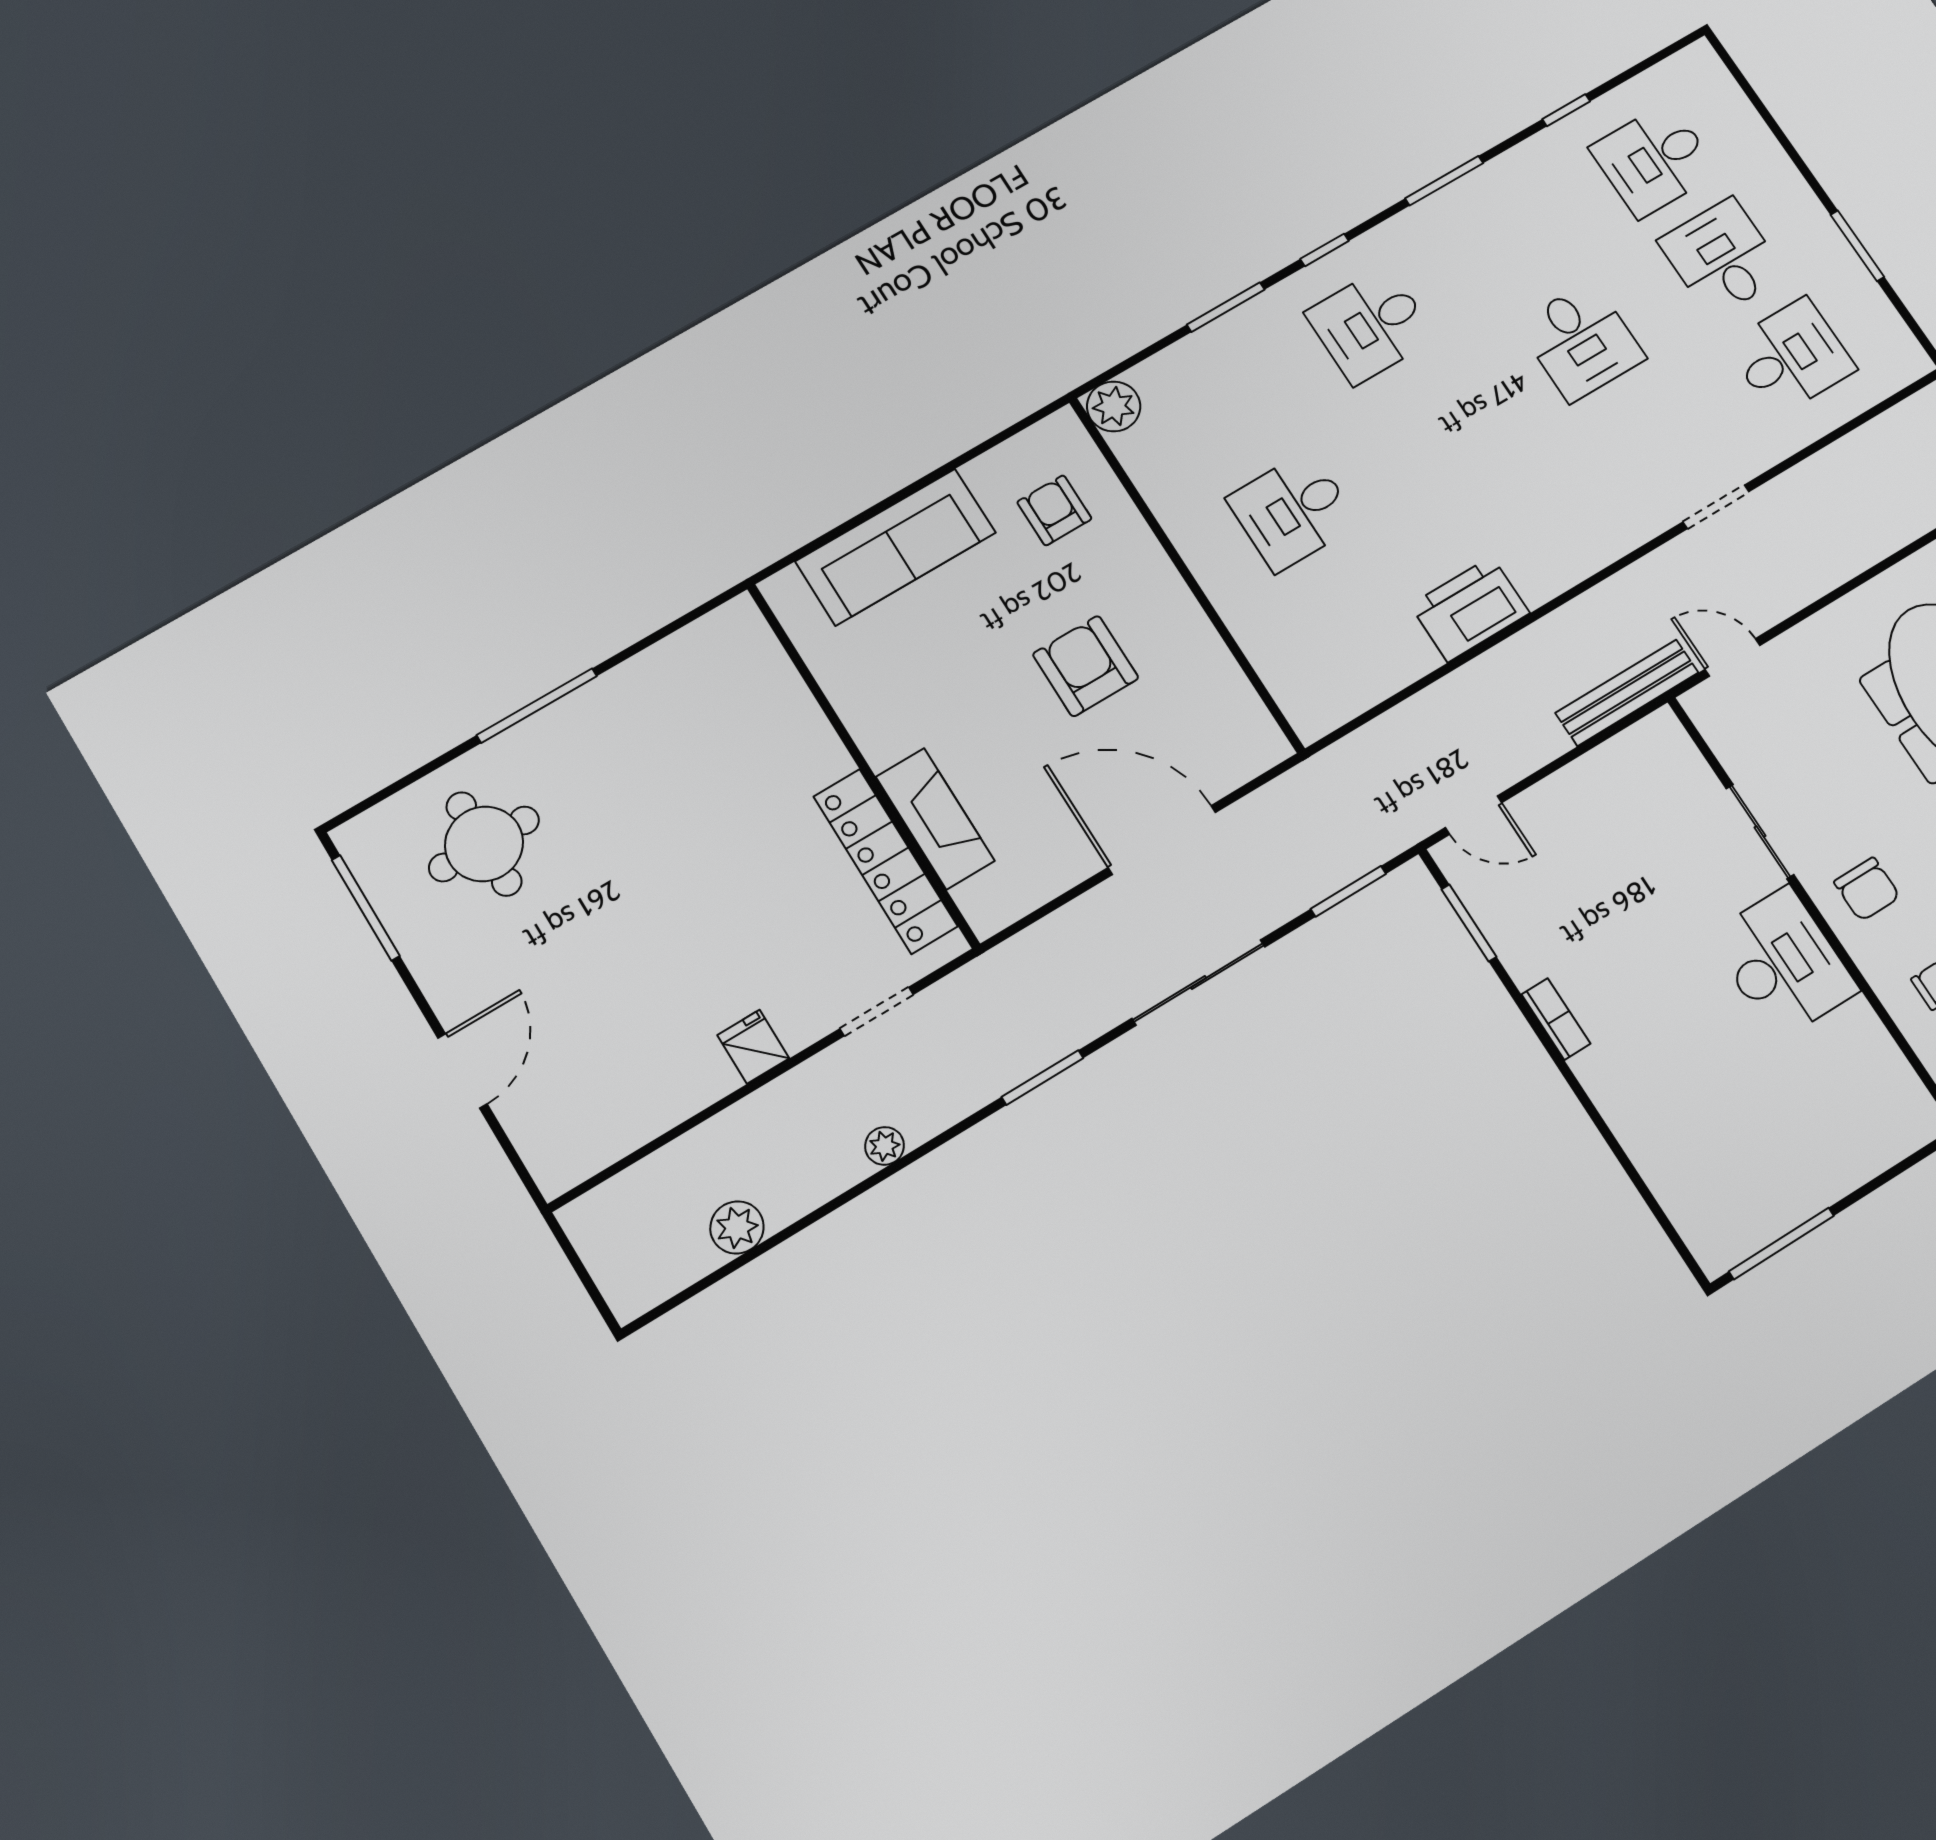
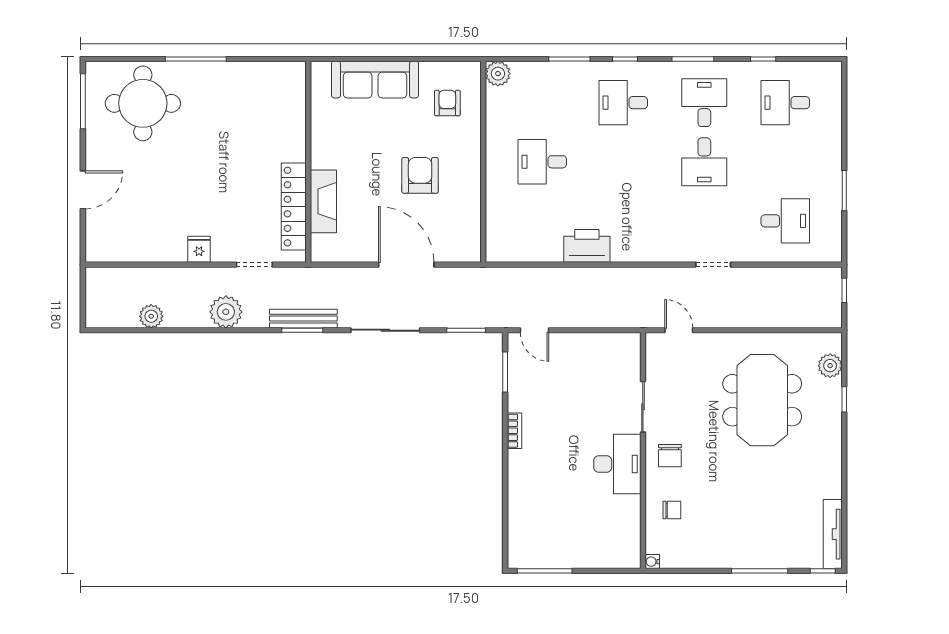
desk: (1722, 258) -> (704, 103), moved
bench: (1627, 693) -> (303, 319), moved
round table: (484, 844) -> (143, 103), width x1.36, depth x1.36
plant: (884, 1146) -> (226, 312), width x1.88, depth x1.88

